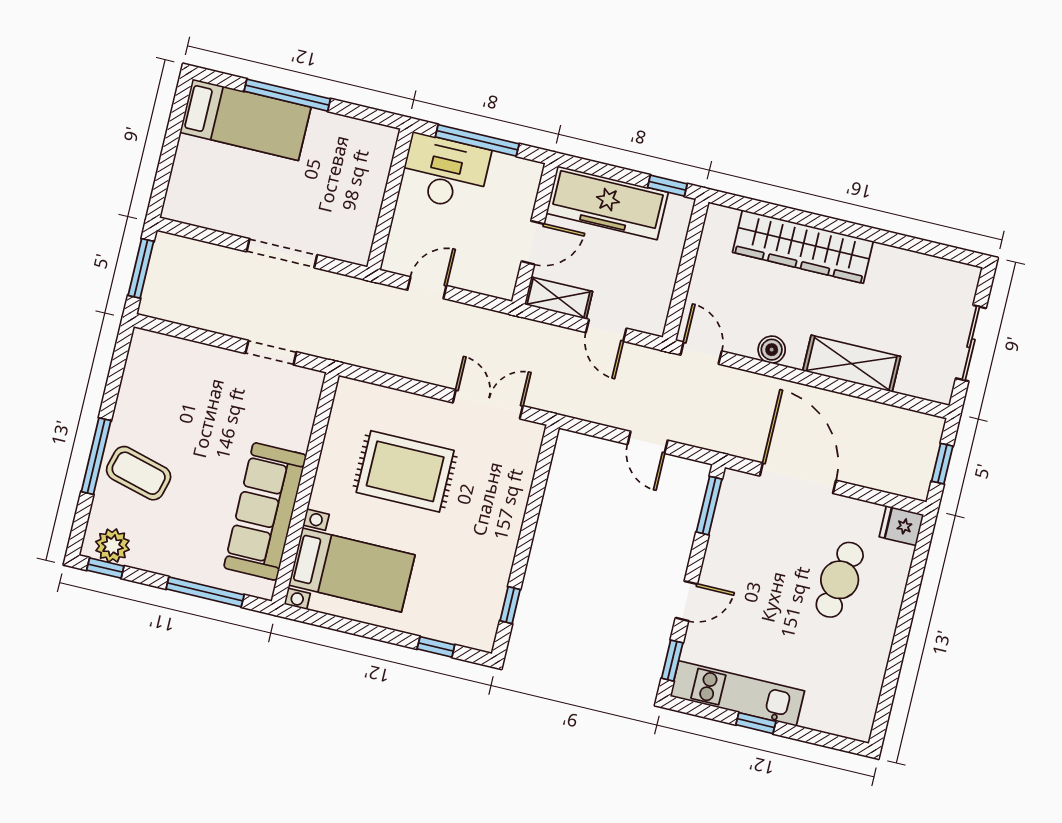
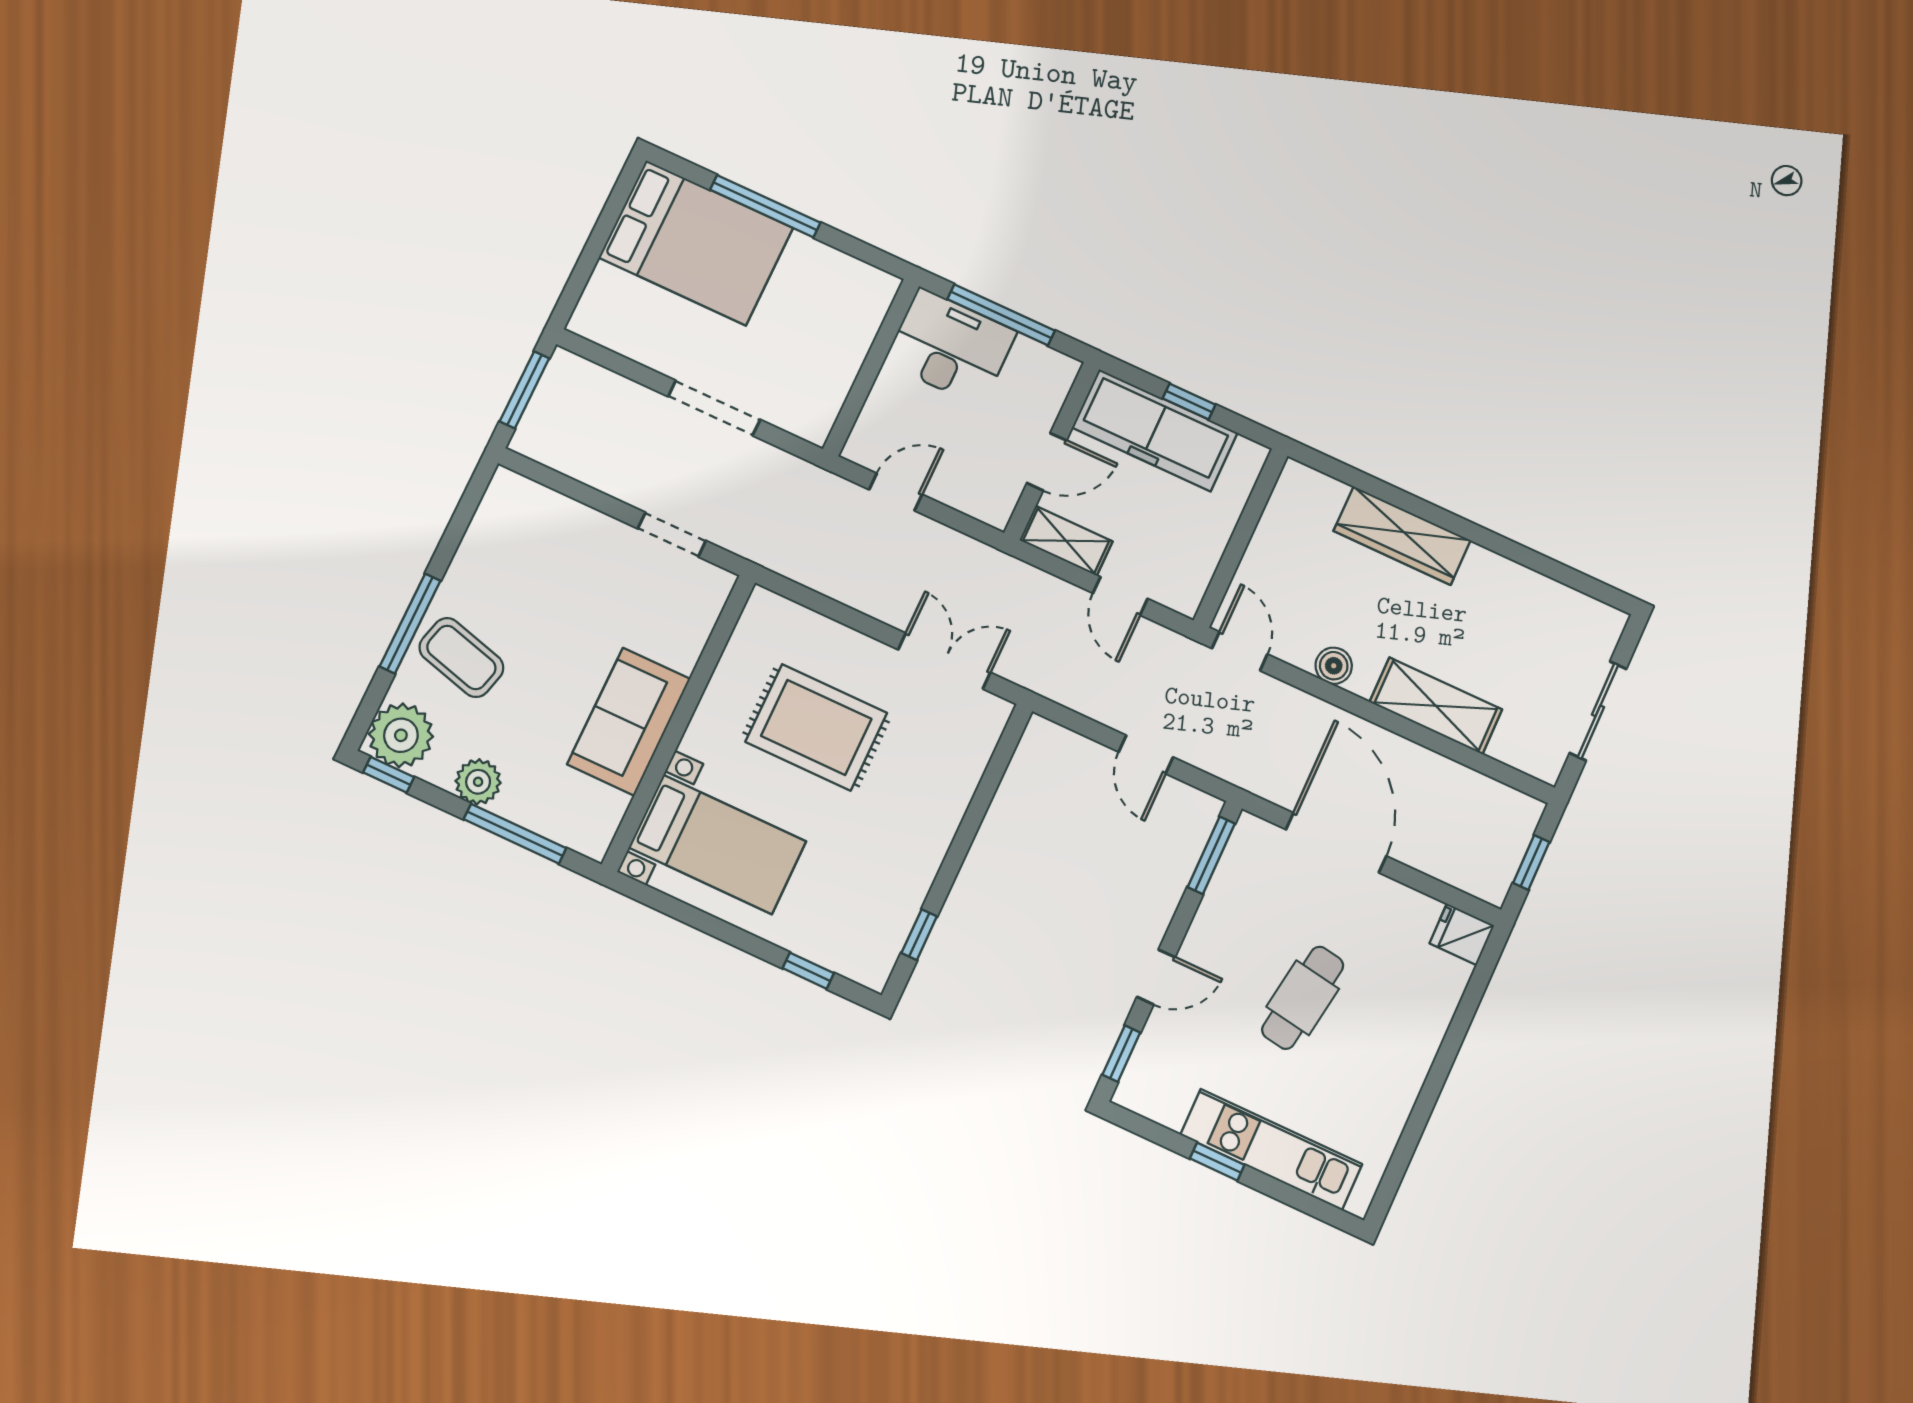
bed: (245, 120) -> (696, 243), width x1.50
window: (667, 186) -> (1189, 402), moved
wardrobe: (803, 247) -> (1402, 536), width x0.71, depth x0.85
sofa: (265, 511) -> (629, 722), width x0.73
plant: (112, 546) -> (401, 735), width x1.36, depth x1.36
plant: (170, 560) -> (478, 782), added
cafe table: (840, 580) -> (1303, 998), moved
kitchen unit: (737, 694) -> (1271, 1149), moved

